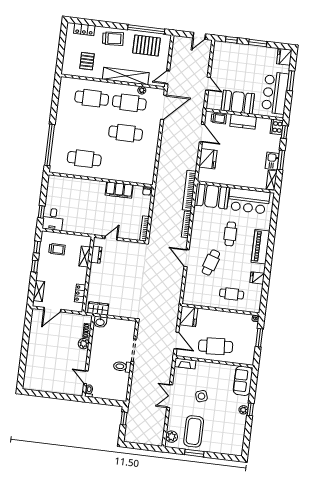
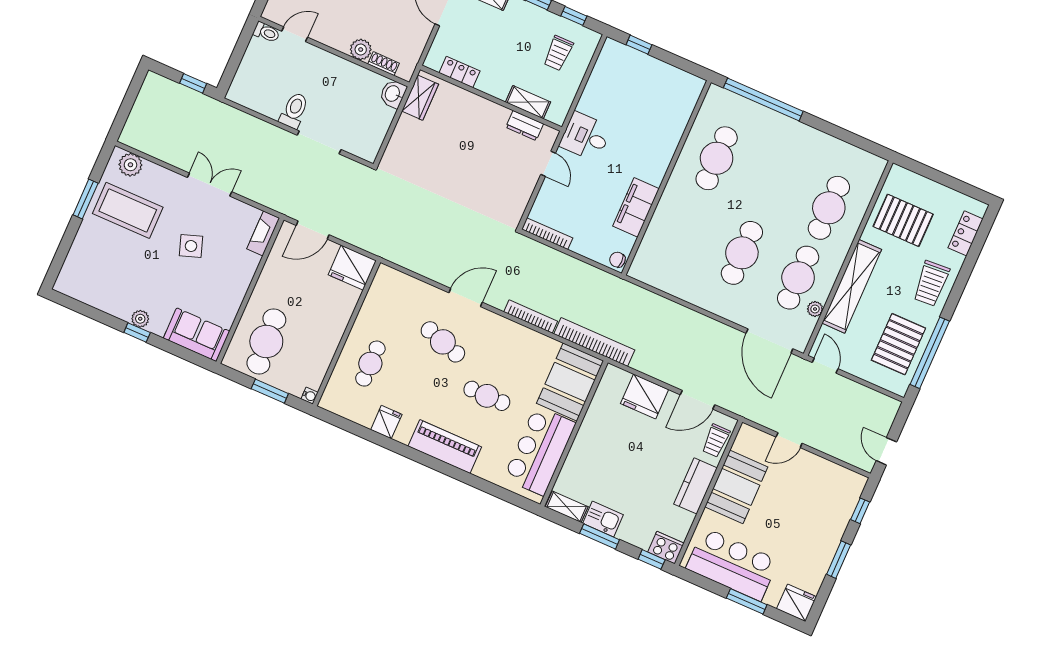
pallet: (87, 61) -> (903, 220), width x1.50, depth x1.42
desk: (53, 219) -> (586, 137), moved
cafe table: (216, 346) -> (266, 341), moved

